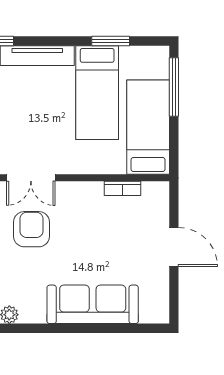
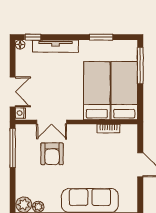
bed: (97, 93) -> (97, 91), moved, turned 180
armchair: (31, 229) -> (52, 154), turned 180

